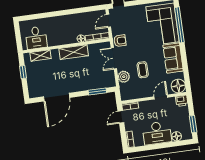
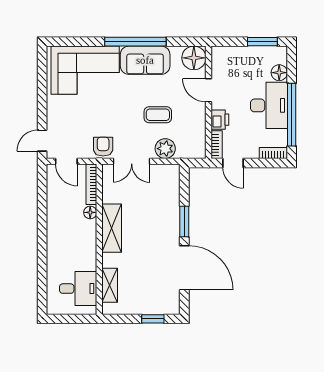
window: (179, 25) -> (135, 42), moved
window: (23, 72) -> (153, 319), moved
window: (97, 91) -> (184, 221), moved
printer: (182, 101) -> (220, 120), moved
window: (153, 147) -> (292, 115), added

